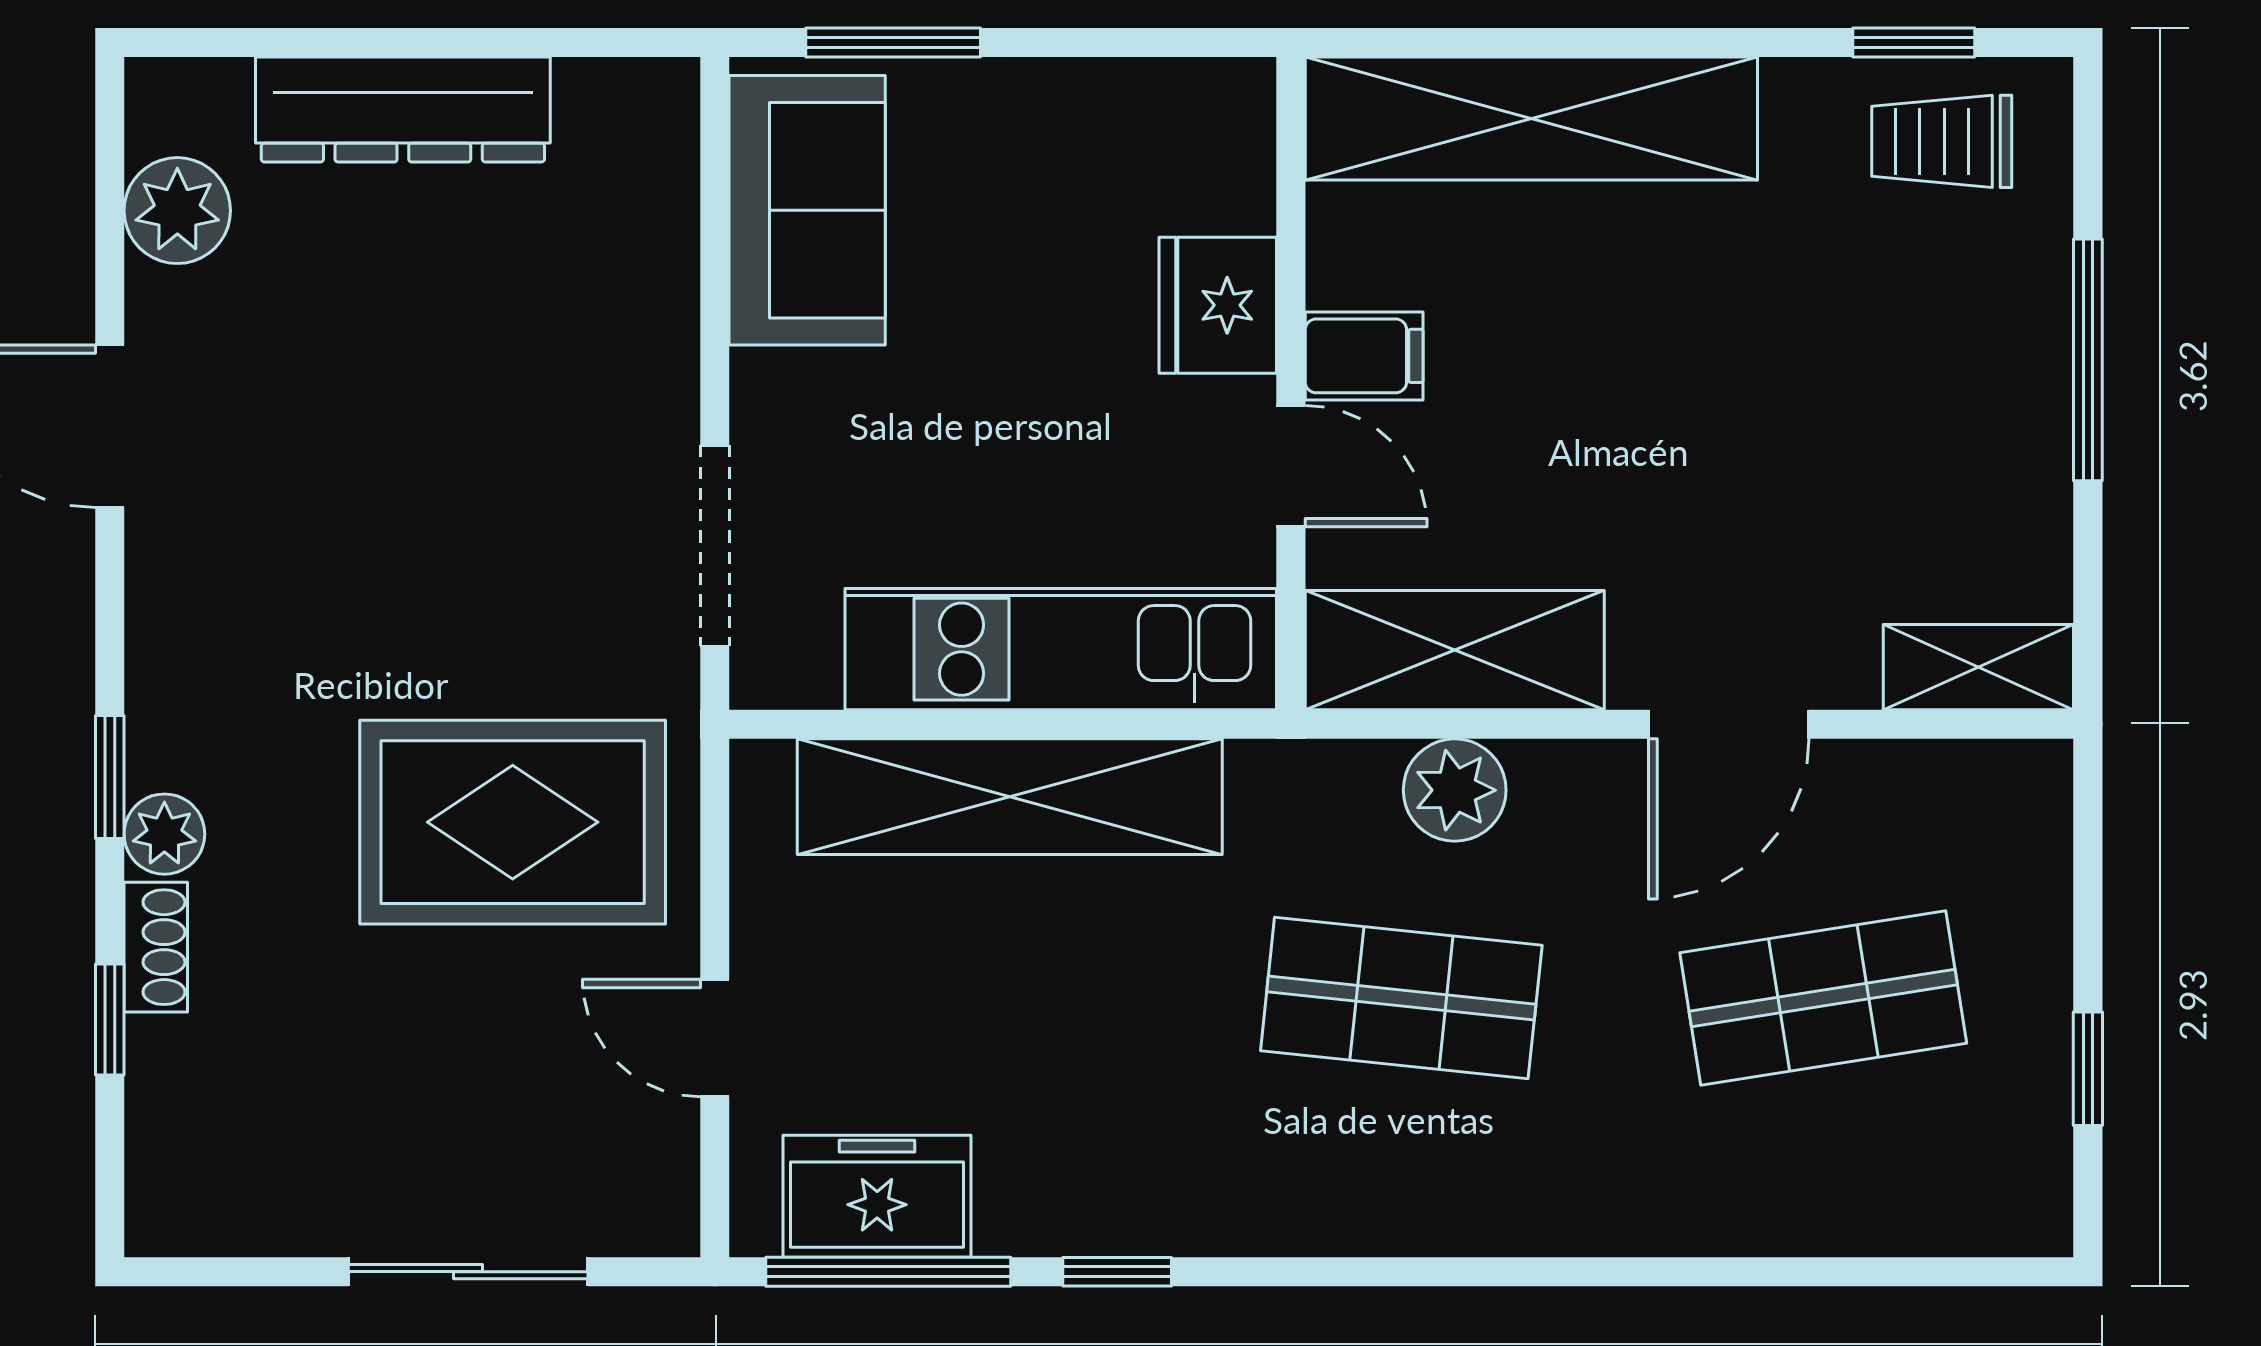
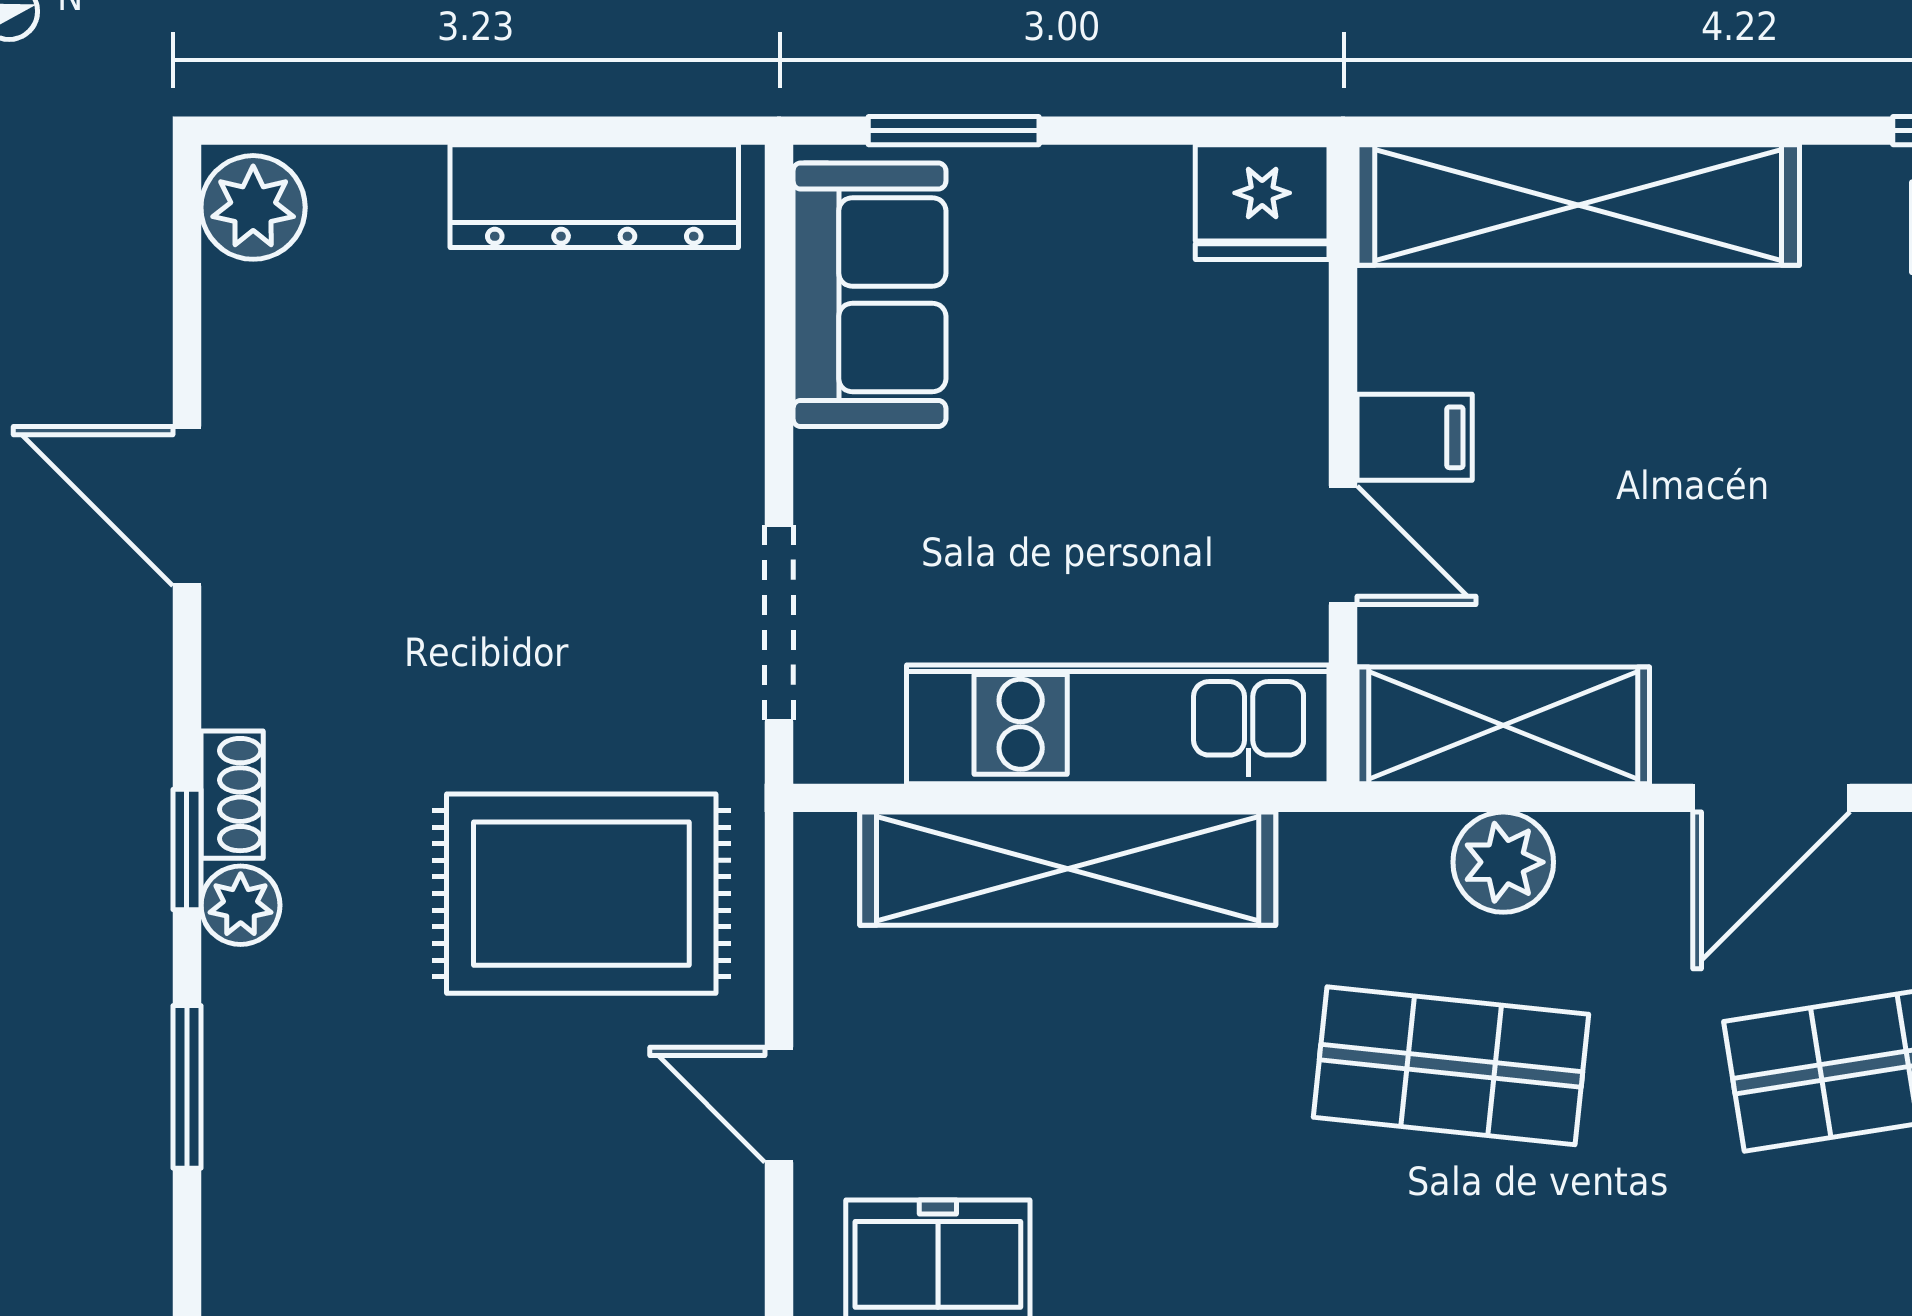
dresser: (403, 109) -> (594, 196), moved
plant: (177, 211) -> (253, 207), moved
fridge: (1218, 305) -> (1262, 202), moved, turned -90
shoe rack: (156, 947) -> (232, 795), moved
window: (110, 1020) -> (187, 1087), width x1.50

